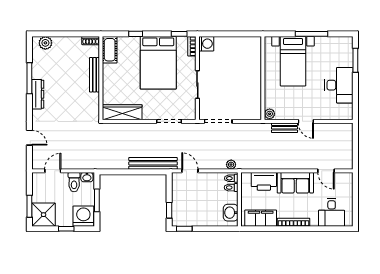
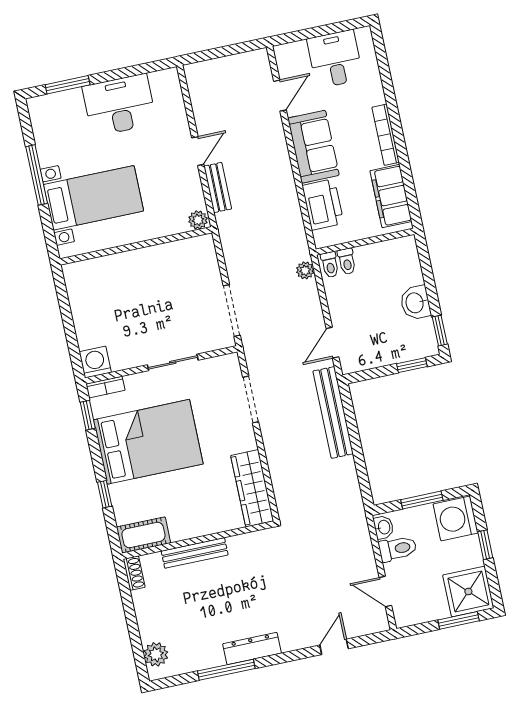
desk: (332, 212) -> (335, 59), moved, turned -90
washbasin: (231, 213) -> (415, 303), moved, turned 90

